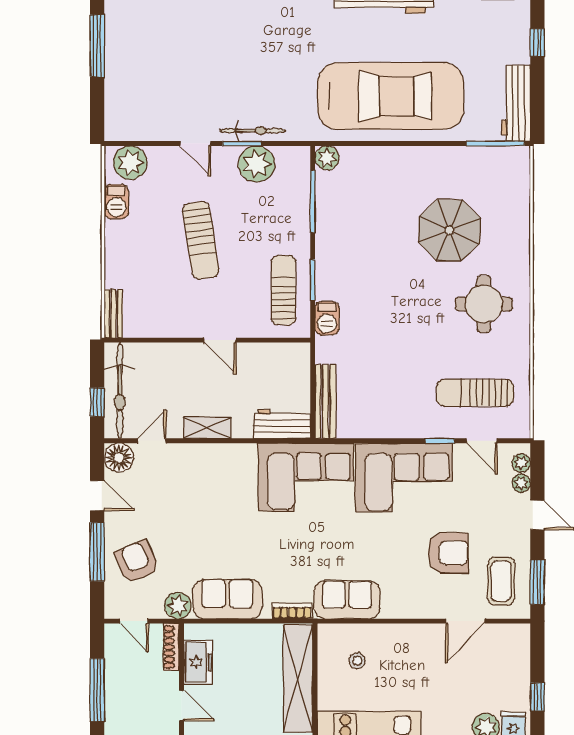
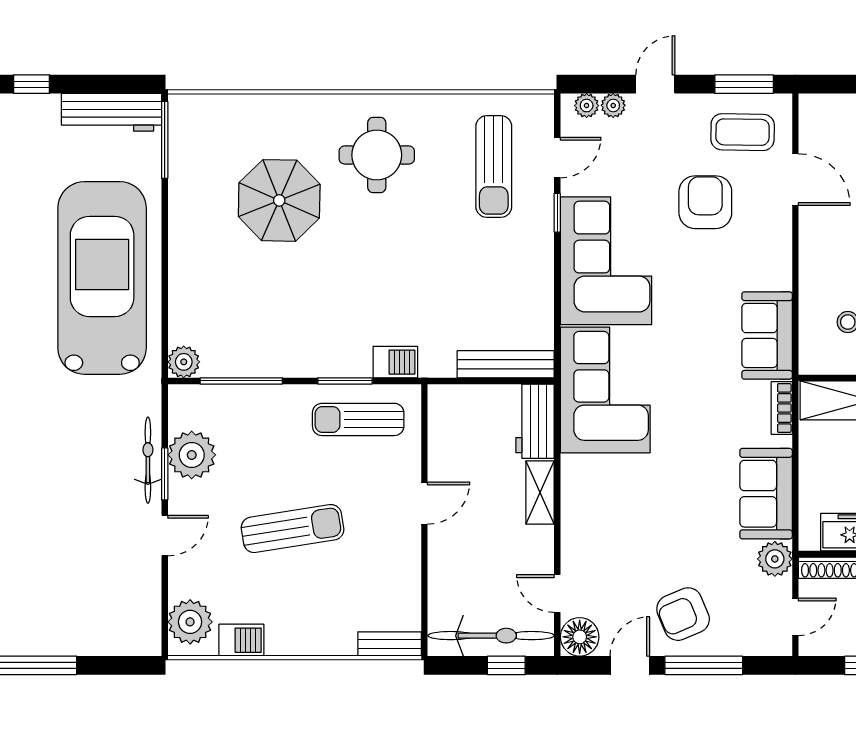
shelving: (207, 428) -> (540, 492), moved
armchair: (137, 561) -> (683, 614), moved

